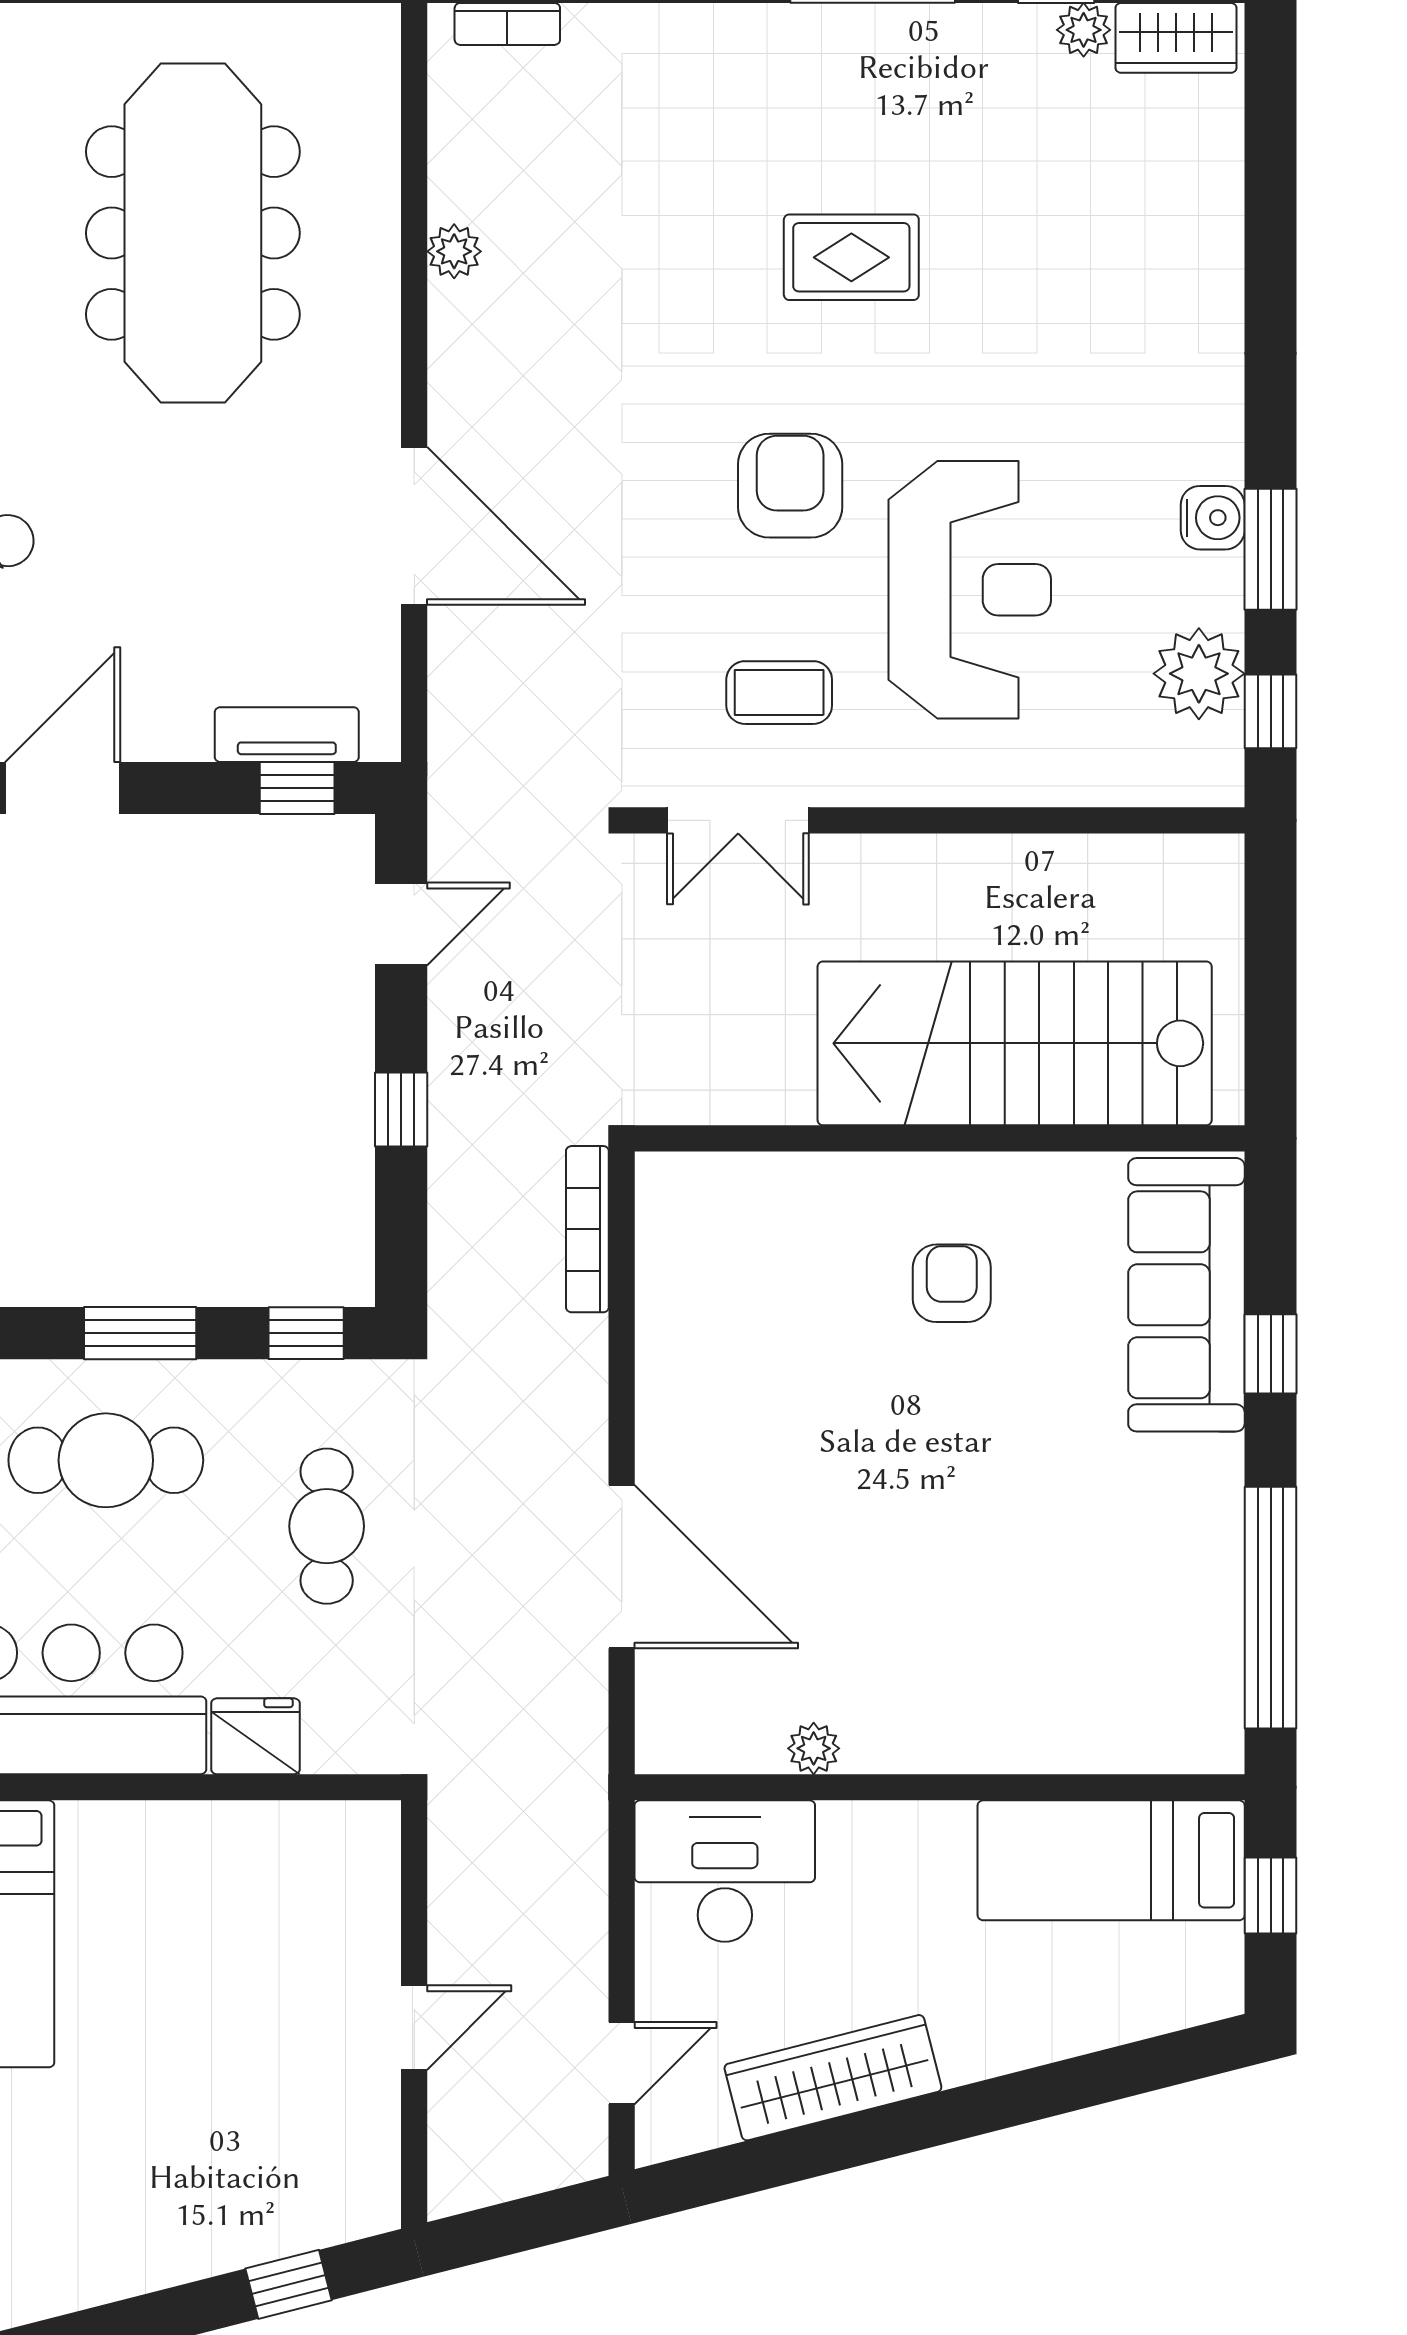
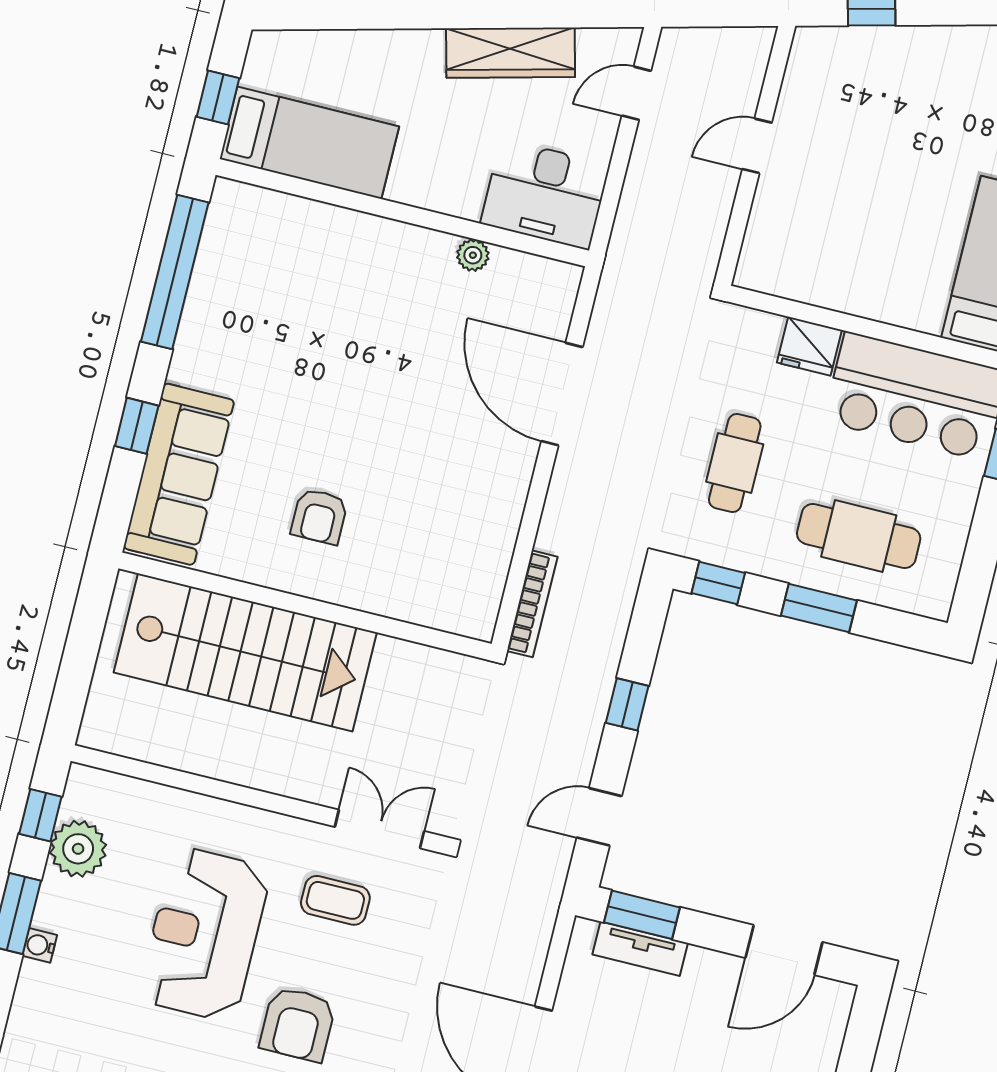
water cooler: (1213, 518) -> (40, 945), width x0.72, depth x0.72
window: (297, 788) -> (642, 915), width x1.50

